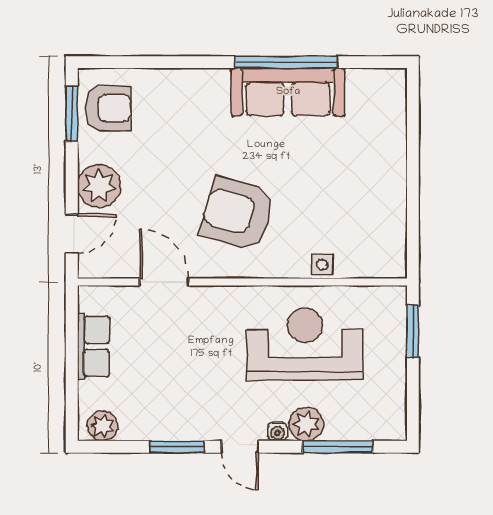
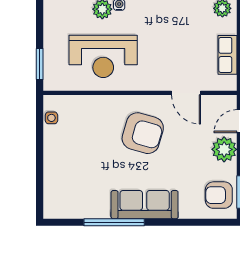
sofa: (288, 92) -> (145, 205), moved
side table: (322, 265) -> (51, 118), moved

